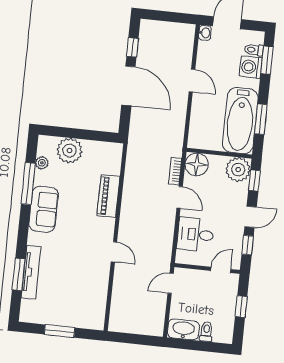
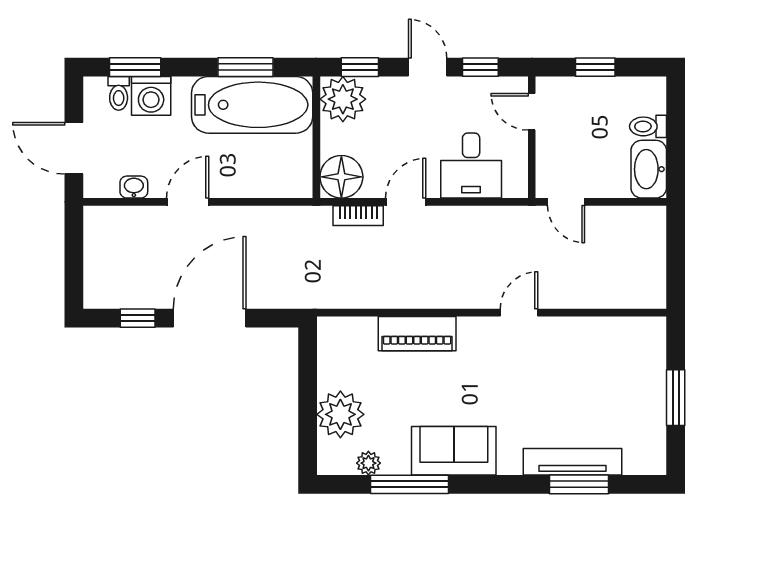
washbasin: (205, 33) -> (134, 187), moved

